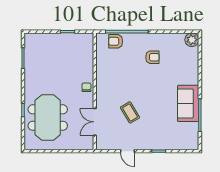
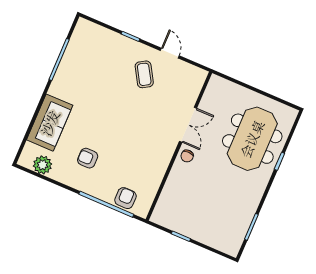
plant: (192, 40) -> (43, 165), moved
armchair: (116, 41) -> (125, 198), turned -90
sofa: (188, 103) -> (50, 123), moved
coffee table: (130, 112) -> (144, 74), moved
double door: (95, 122) -> (188, 125), moved

